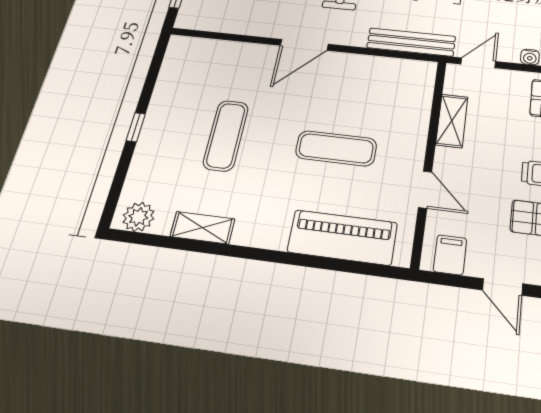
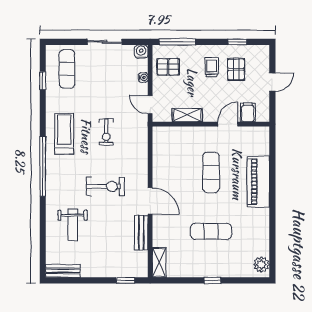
bench: (411, 42) -> (141, 233), moved, width x0.73
shelving: (202, 228) -> (159, 262), moved
piano: (342, 237) -> (258, 182), moved
filing cabinet: (450, 255) -> (248, 112), moved, turned 90

